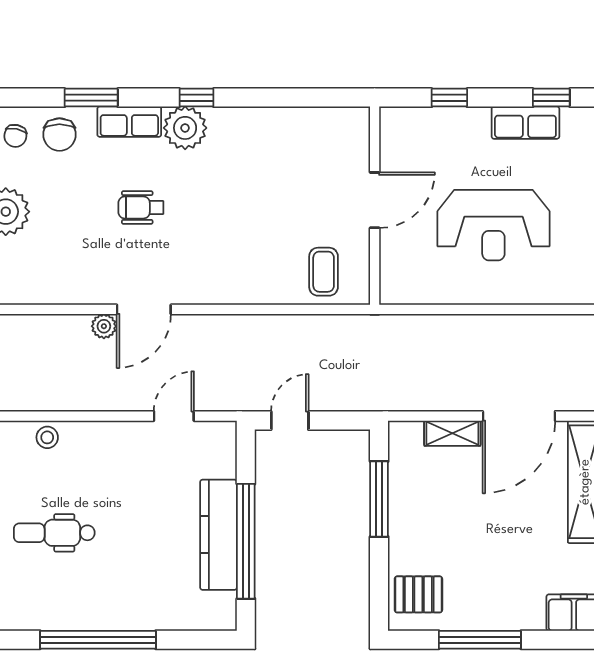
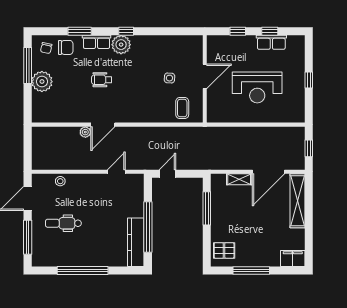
window: (551, 98) -> (270, 31), moved
chair: (59, 135) -> (66, 47), turned -90
side table: (295, 204) -> (169, 78), added
kitchen counter: (218, 535) -> (136, 242), moved

